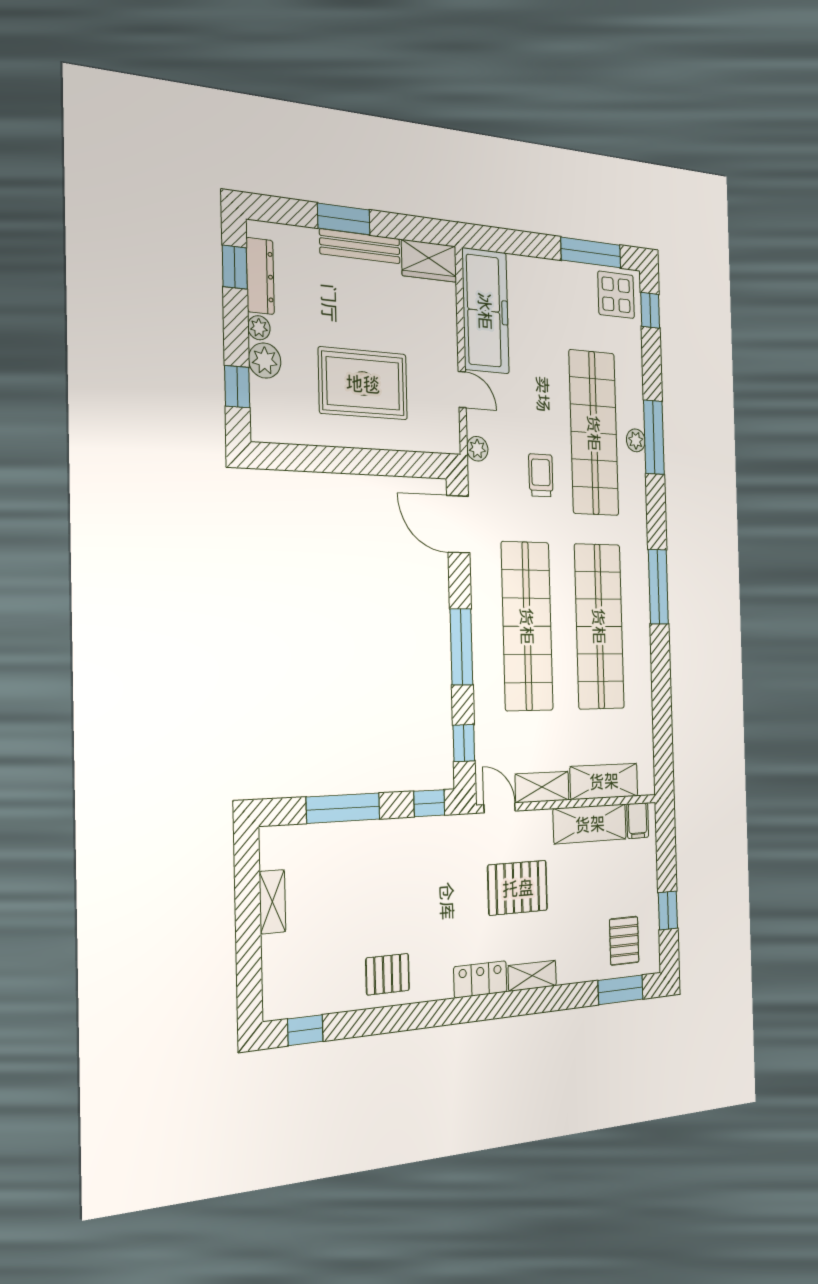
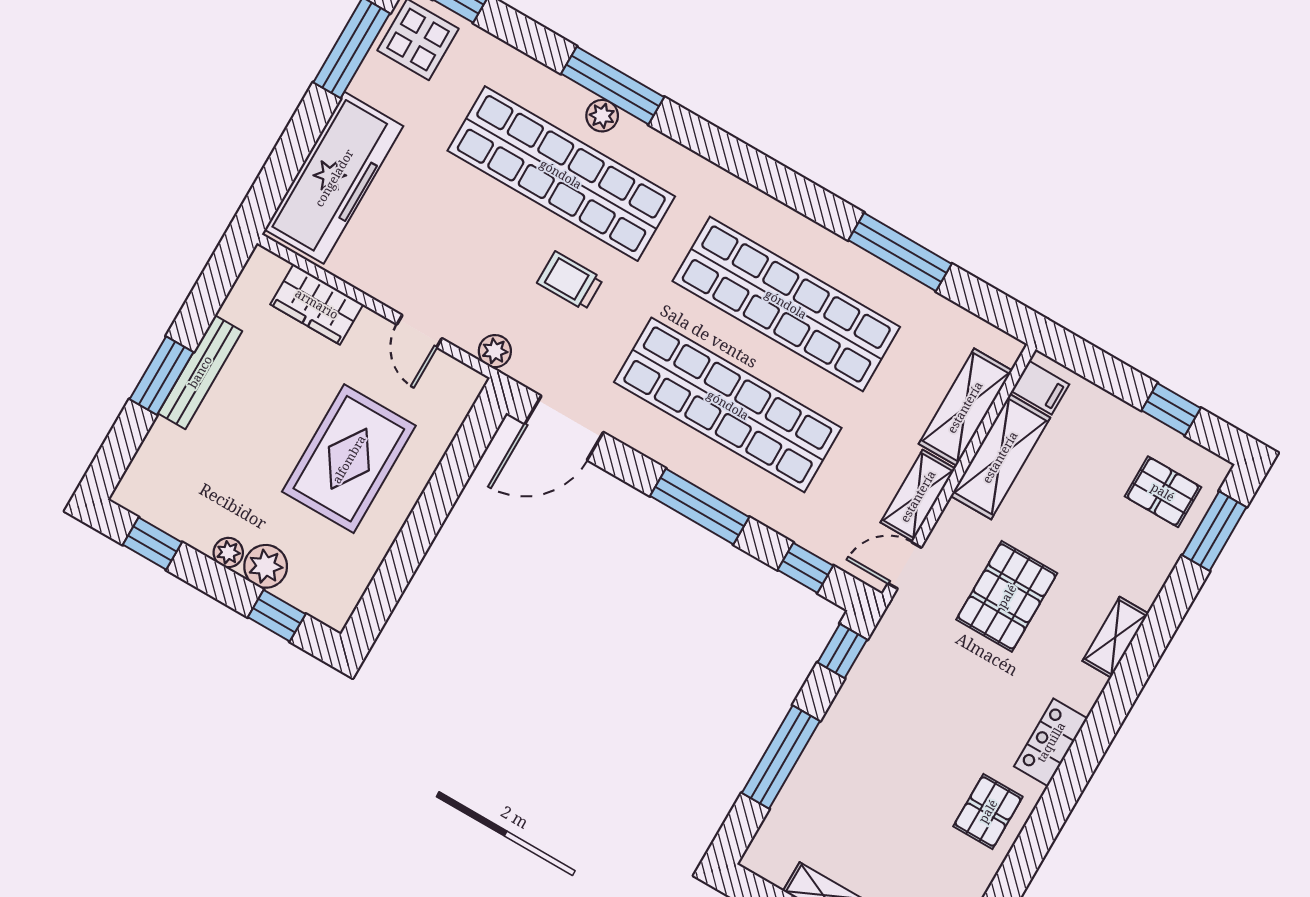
wardrobe: (429, 261) -> (317, 304), moved, turned 90
dresser: (260, 276) -> (175, 518), removed
freezer: (485, 311) -> (334, 178), moved, turned 90
door: (462, 390) -> (419, 331), swing flipped
window: (658, 587) -> (900, 252), moved
locker: (480, 979) -> (1051, 742), moved

